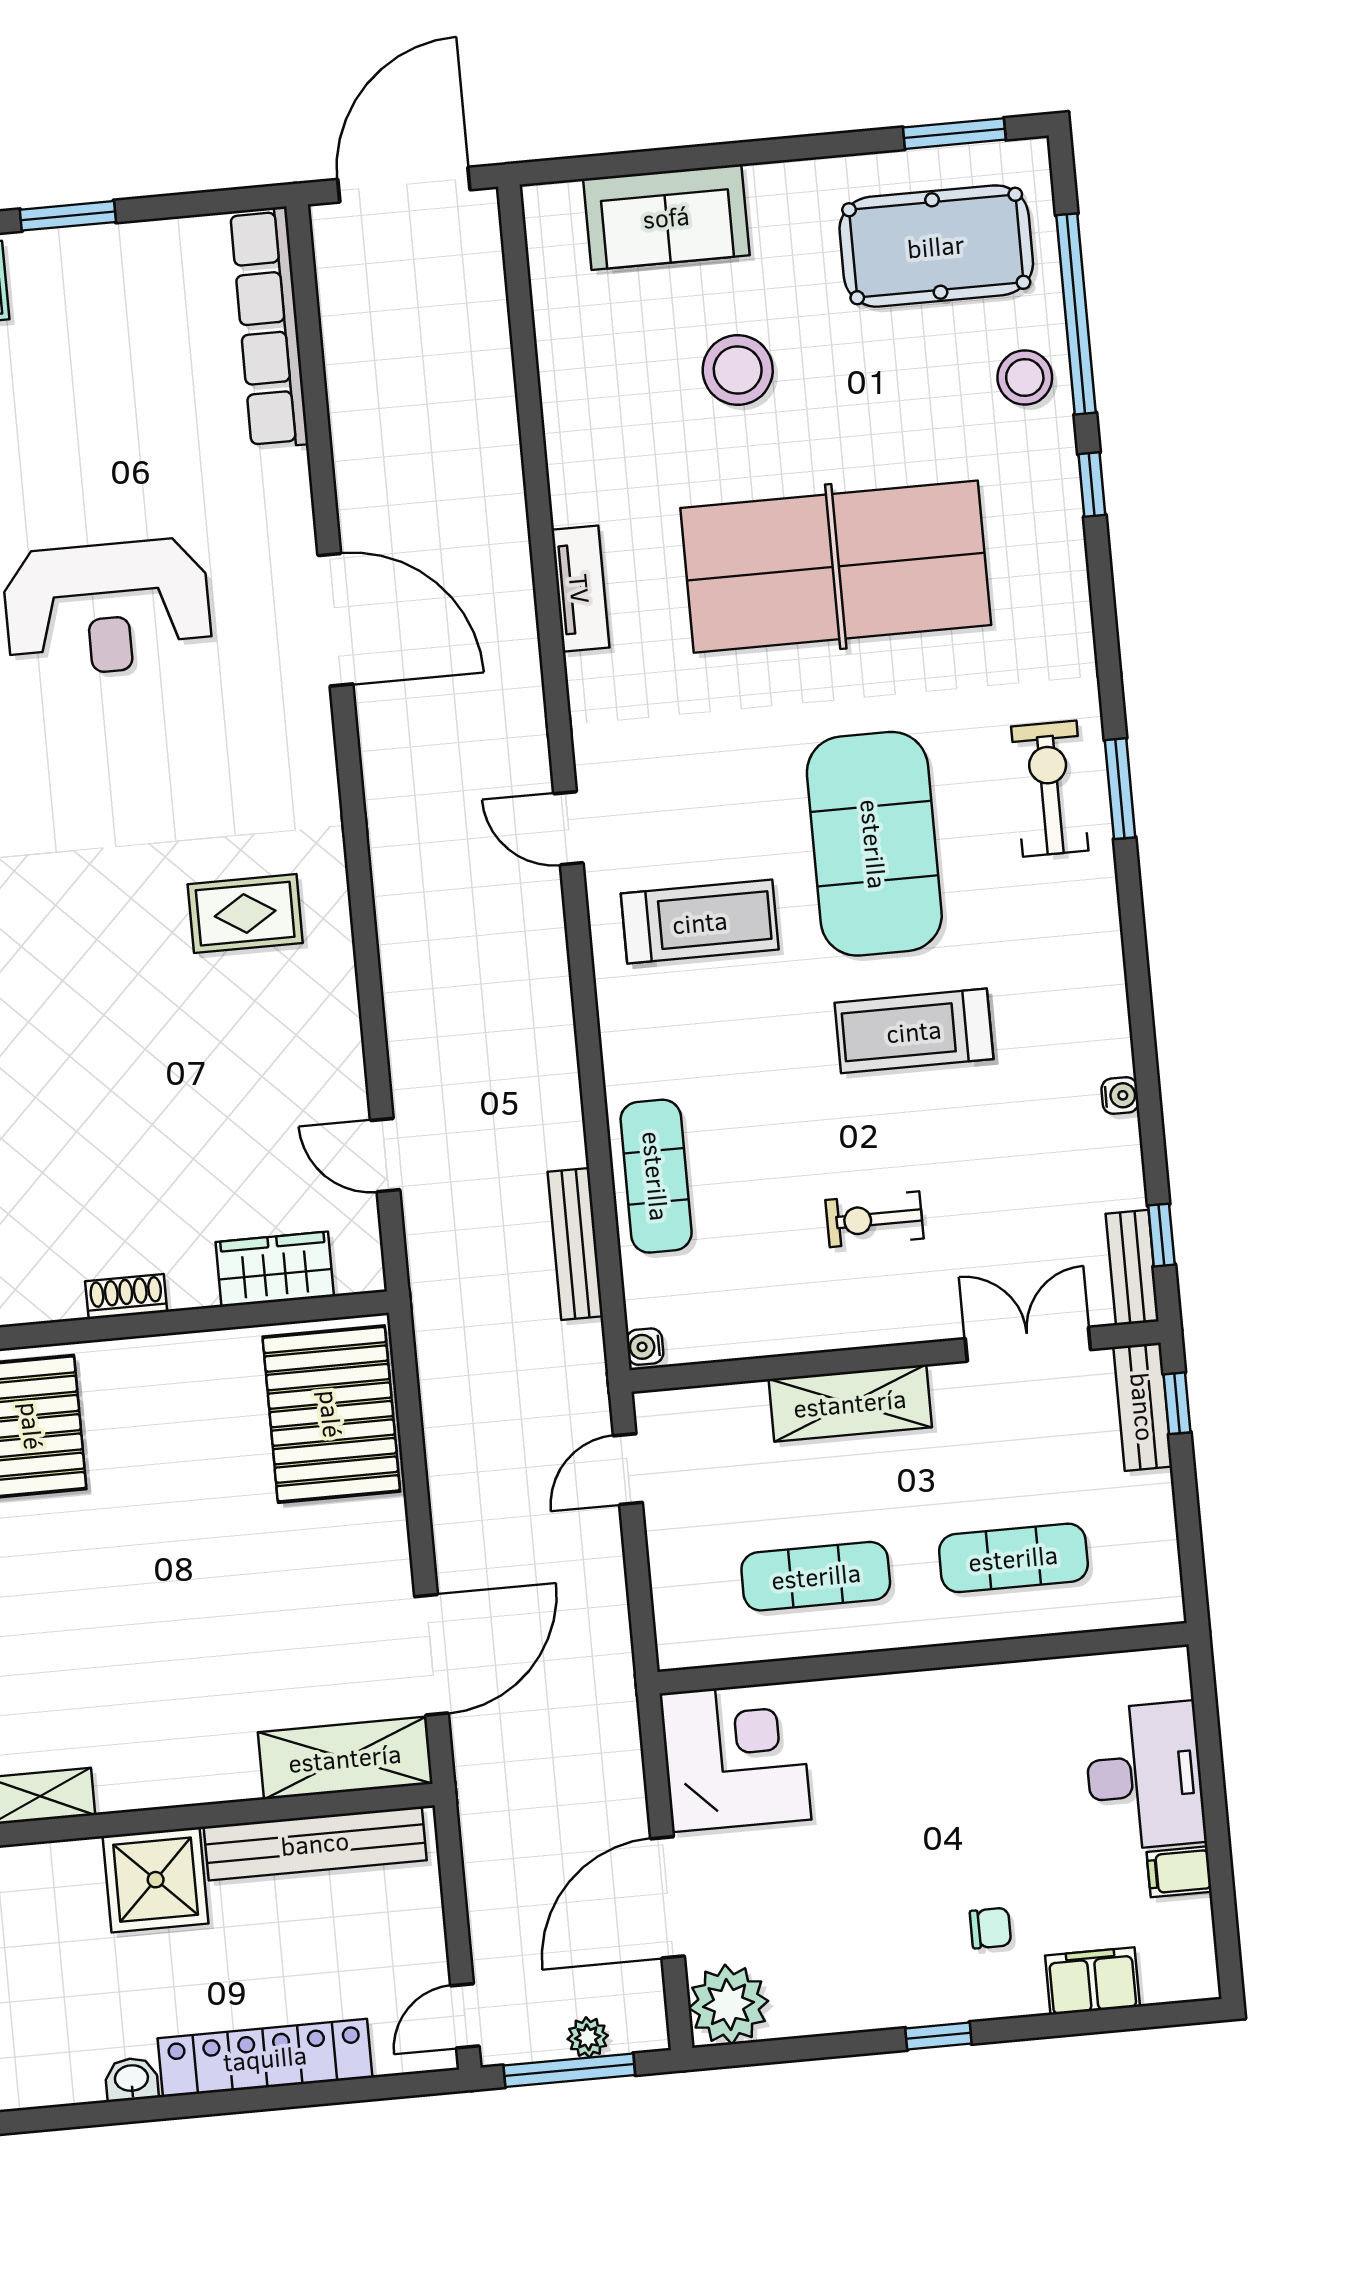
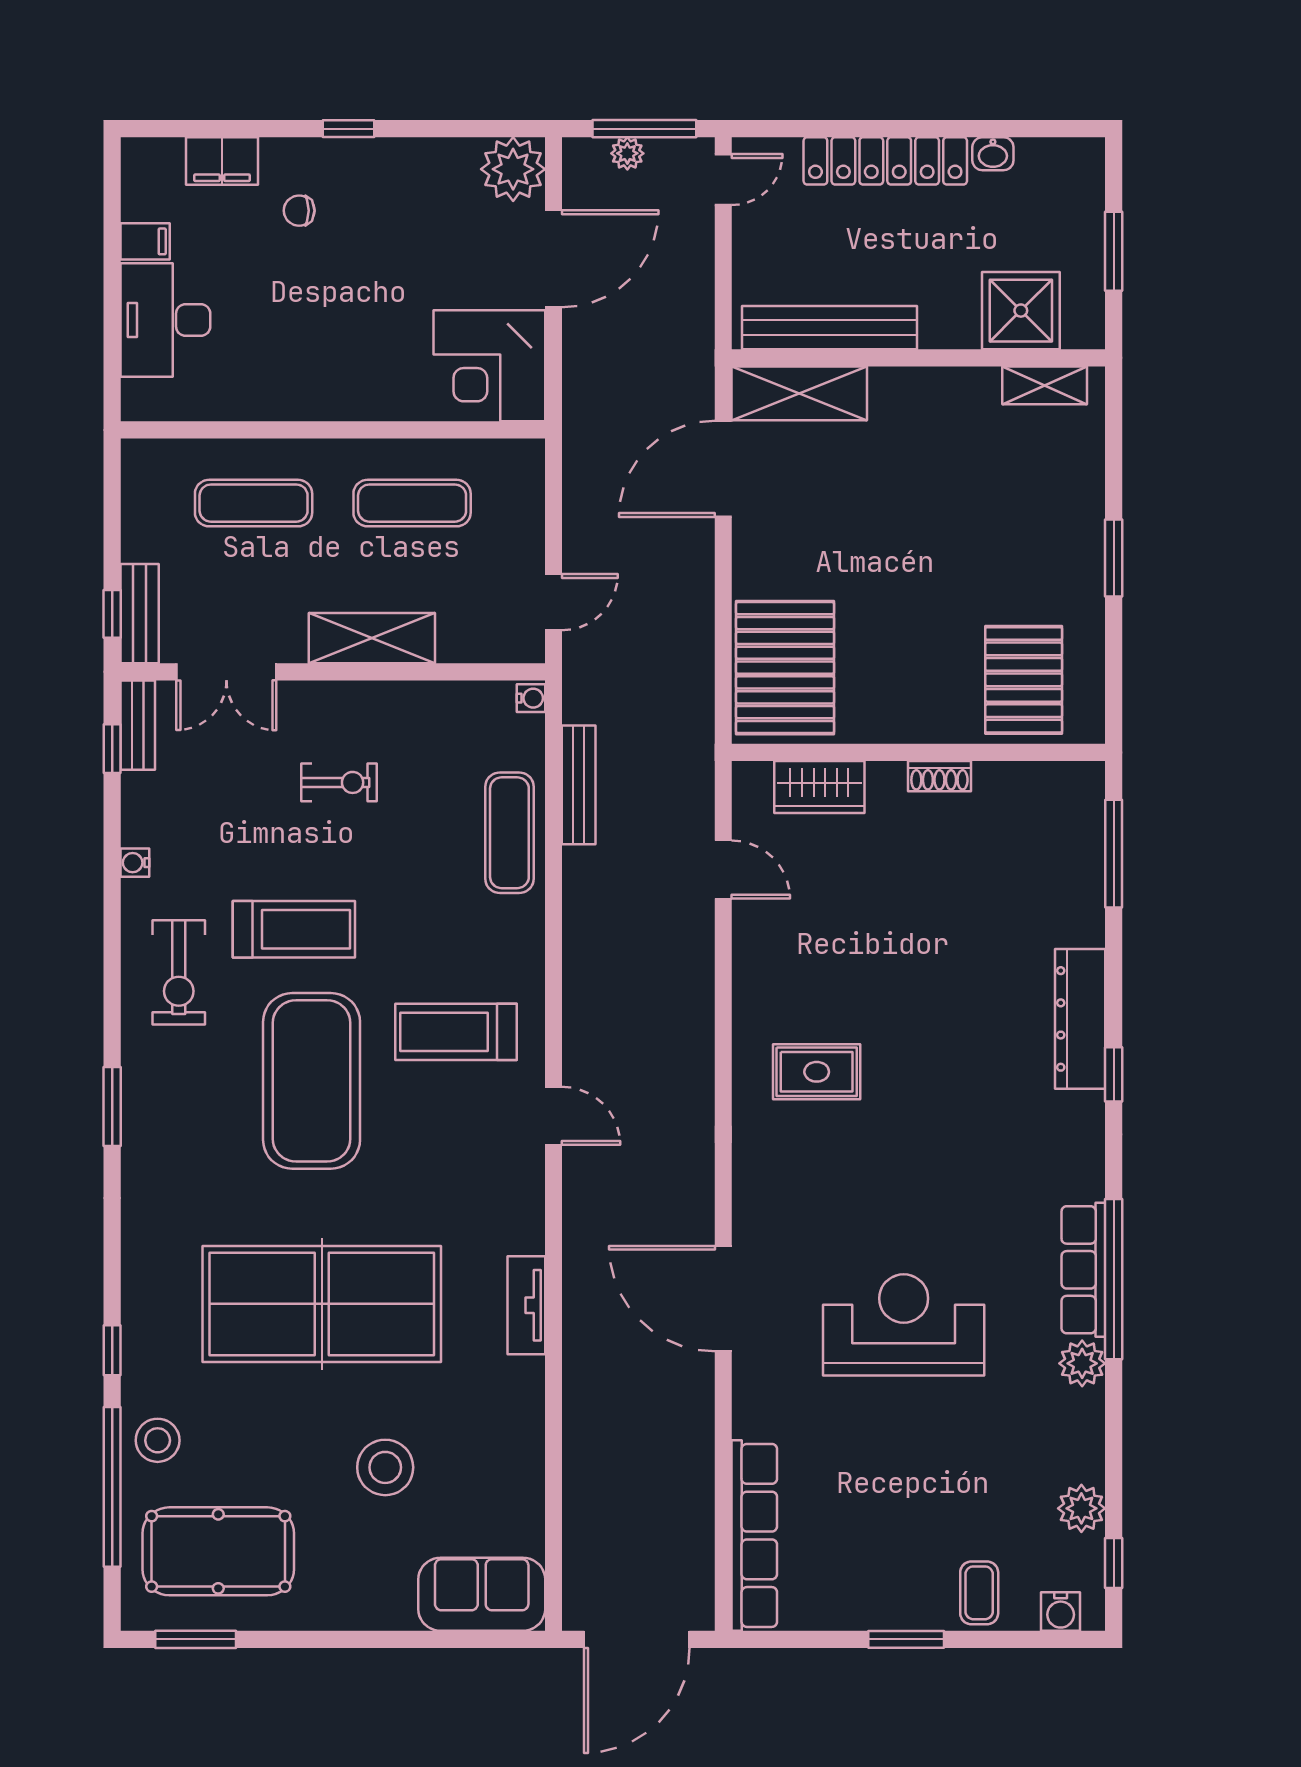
sofa: (666, 217) -> (482, 1594), moved
exercise bike: (1050, 789) -> (179, 972), moved
shower: (156, 1880) -> (1021, 311), moved

